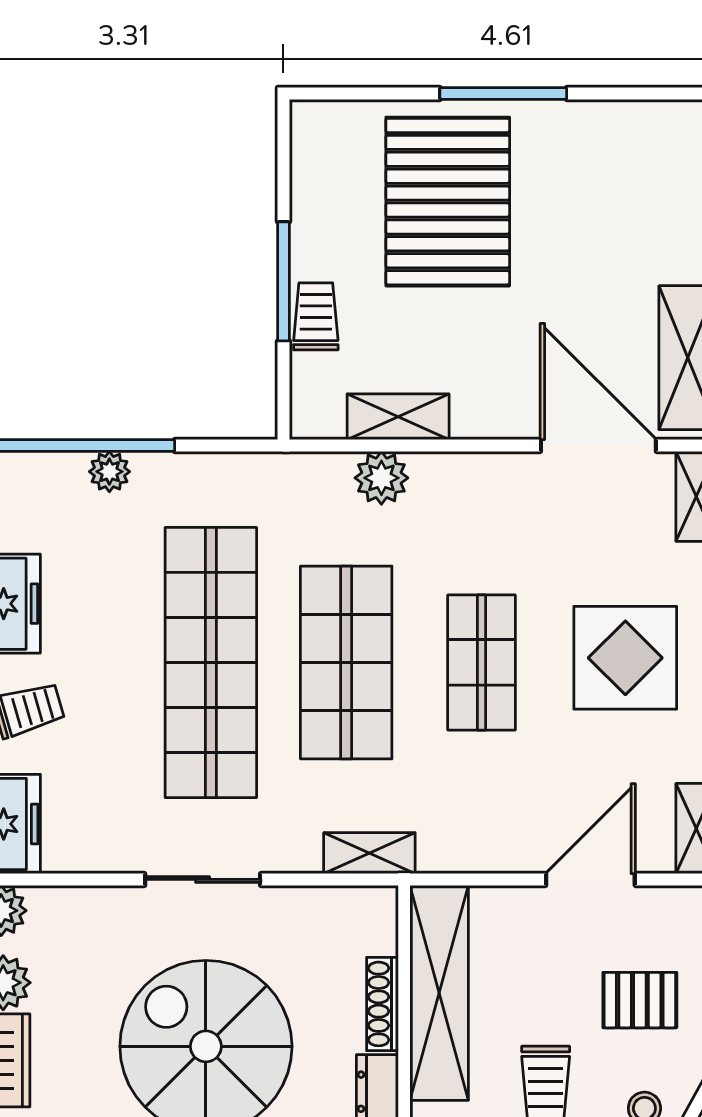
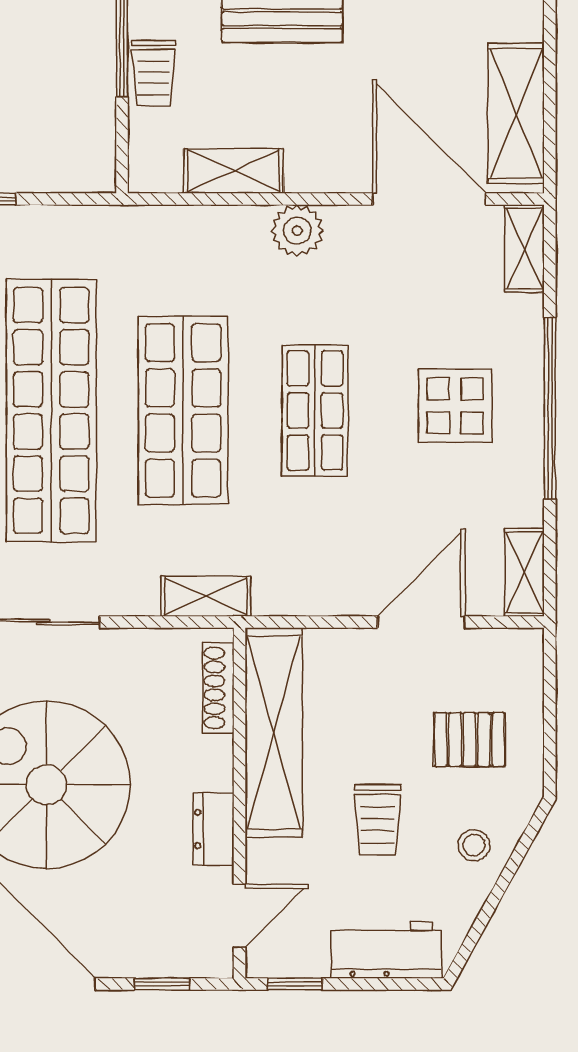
trolley: (316, 316) -> (154, 73), turned 180
plant: (381, 478) -> (297, 230), moved
display table: (625, 658) -> (455, 406), width x0.73, depth x0.73
shoe rack: (382, 1004) -> (218, 688), moved

